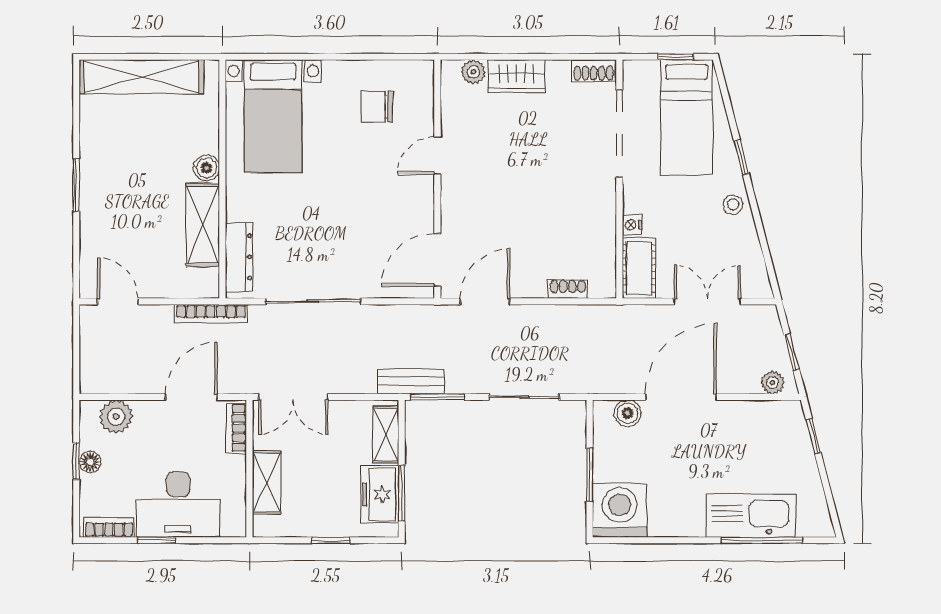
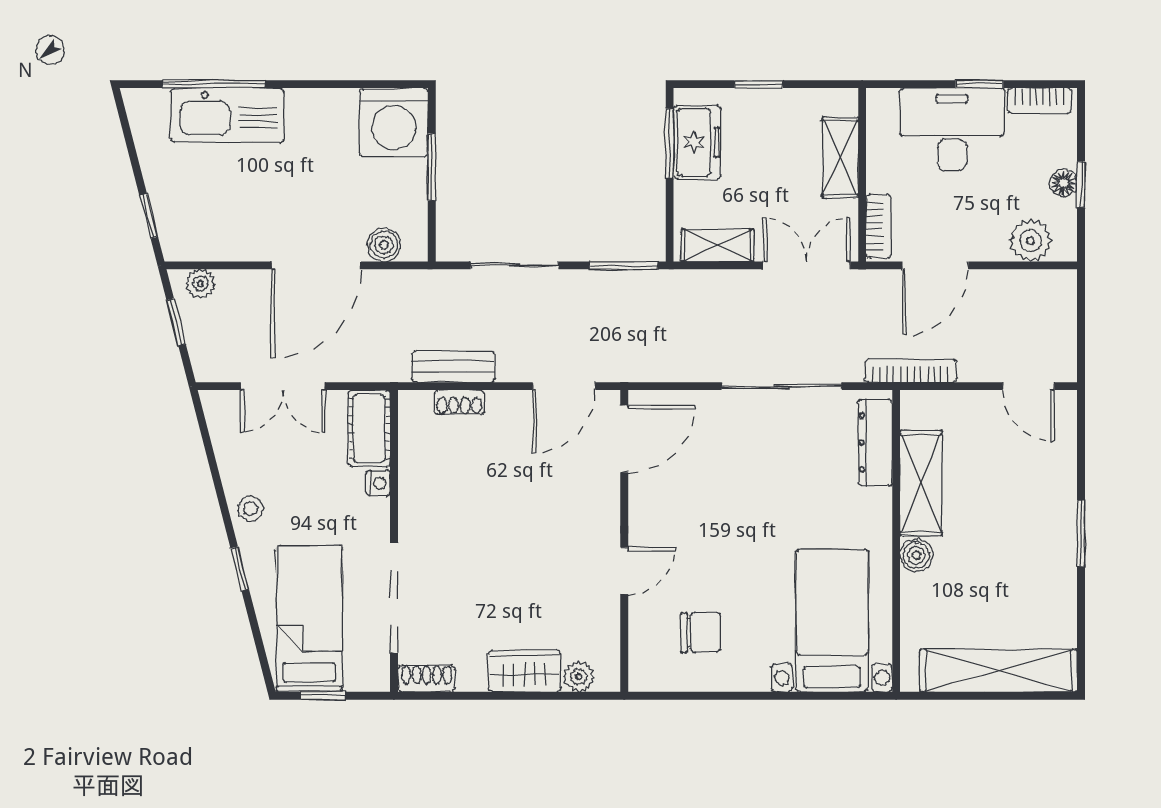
bench: (411, 381) -> (454, 367), moved
shelving: (386, 435) -> (718, 245), moved, turned 90

